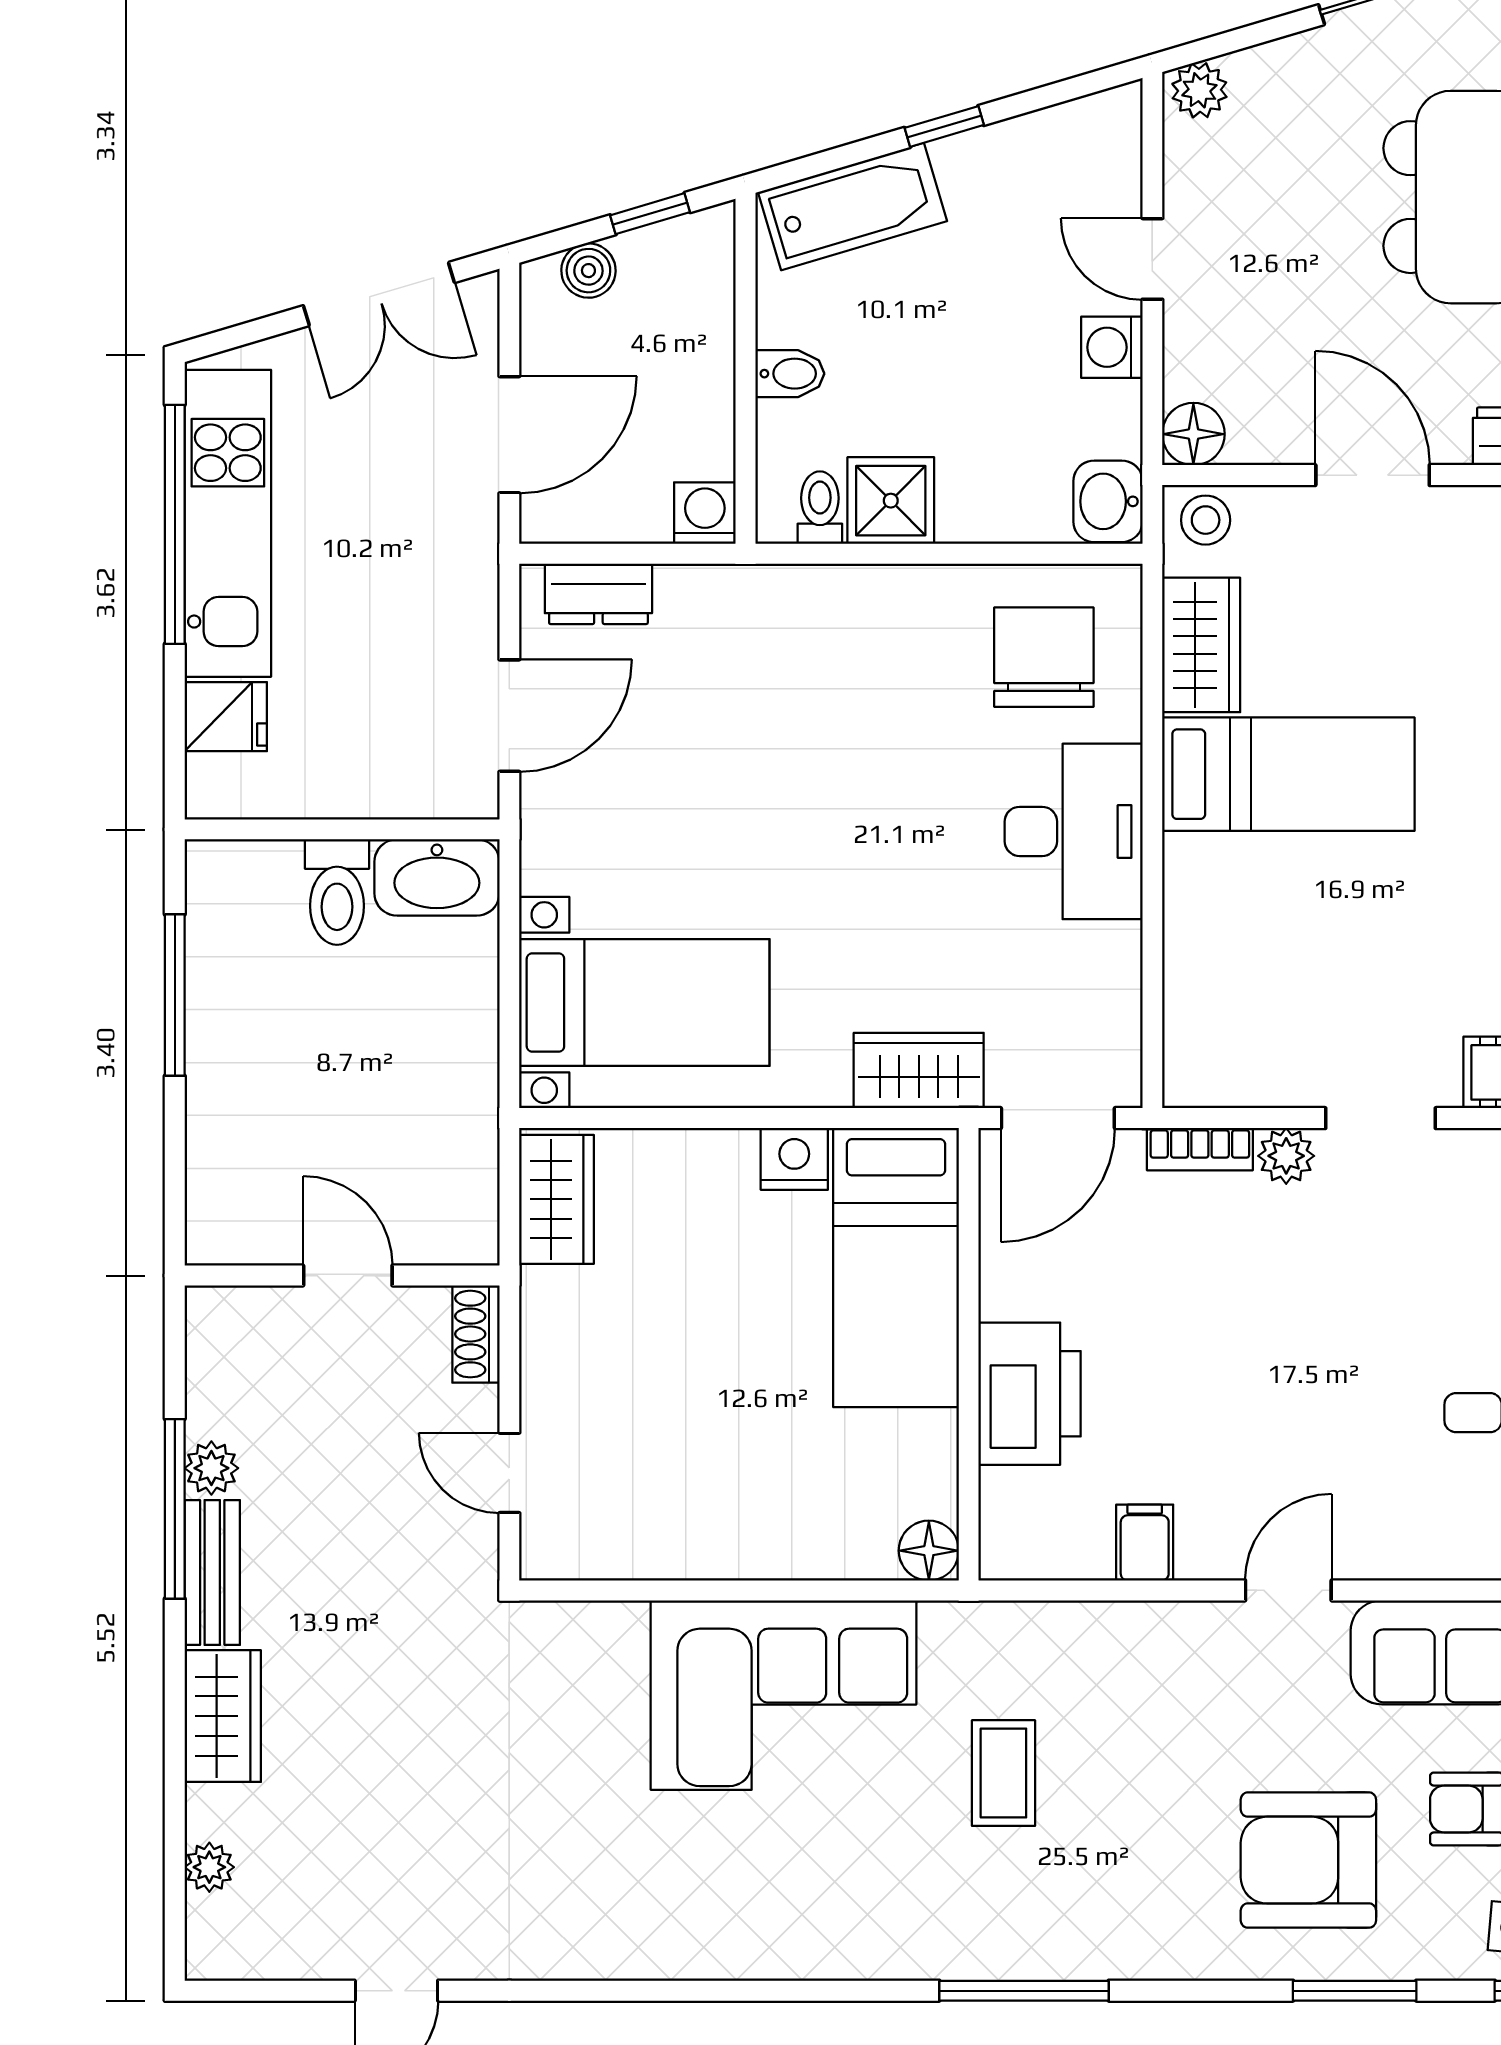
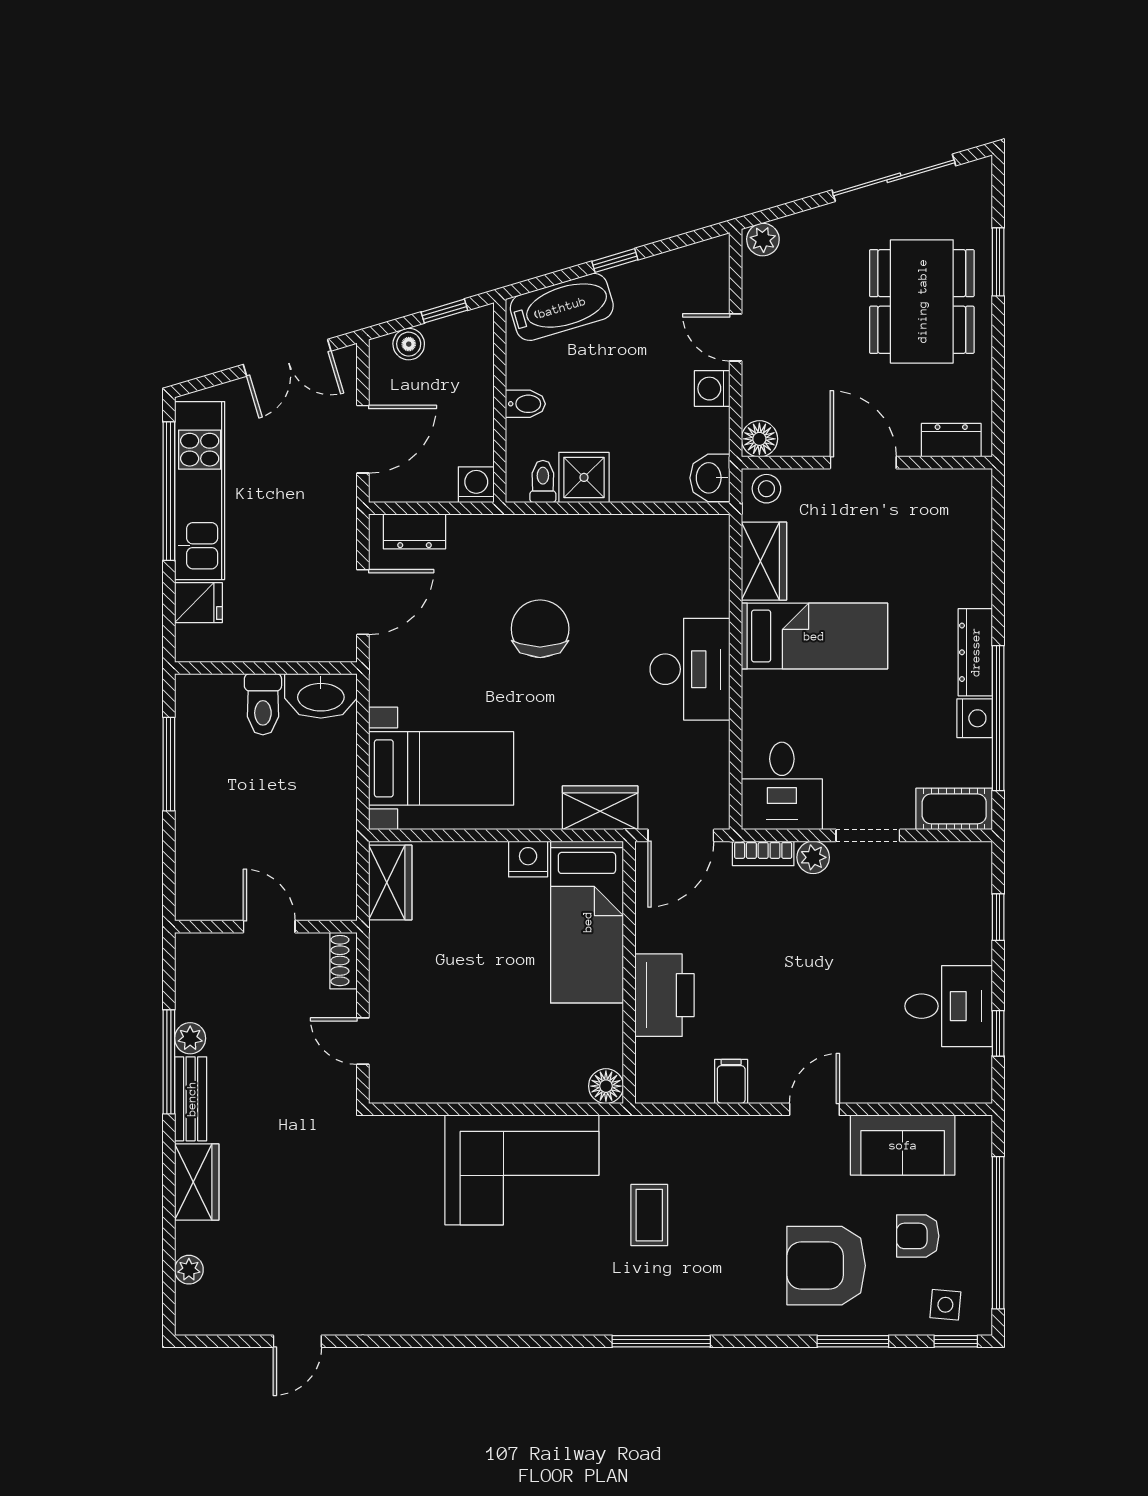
chair: (1044, 657) -> (540, 629), moved
desk: (1232, 1033) -> (782, 786), added

